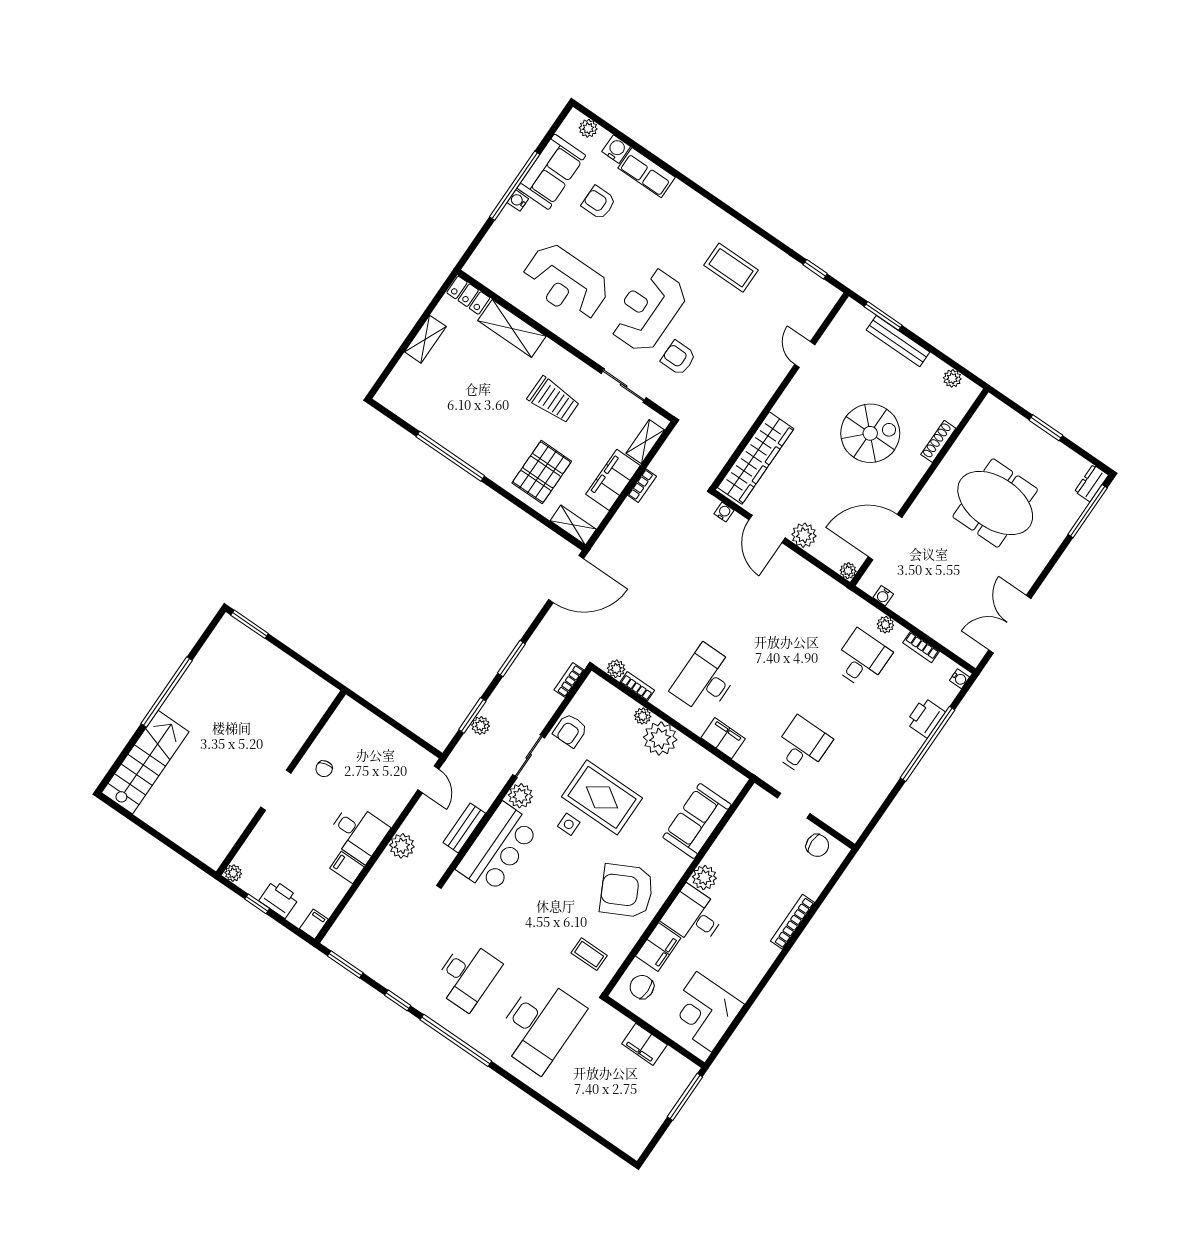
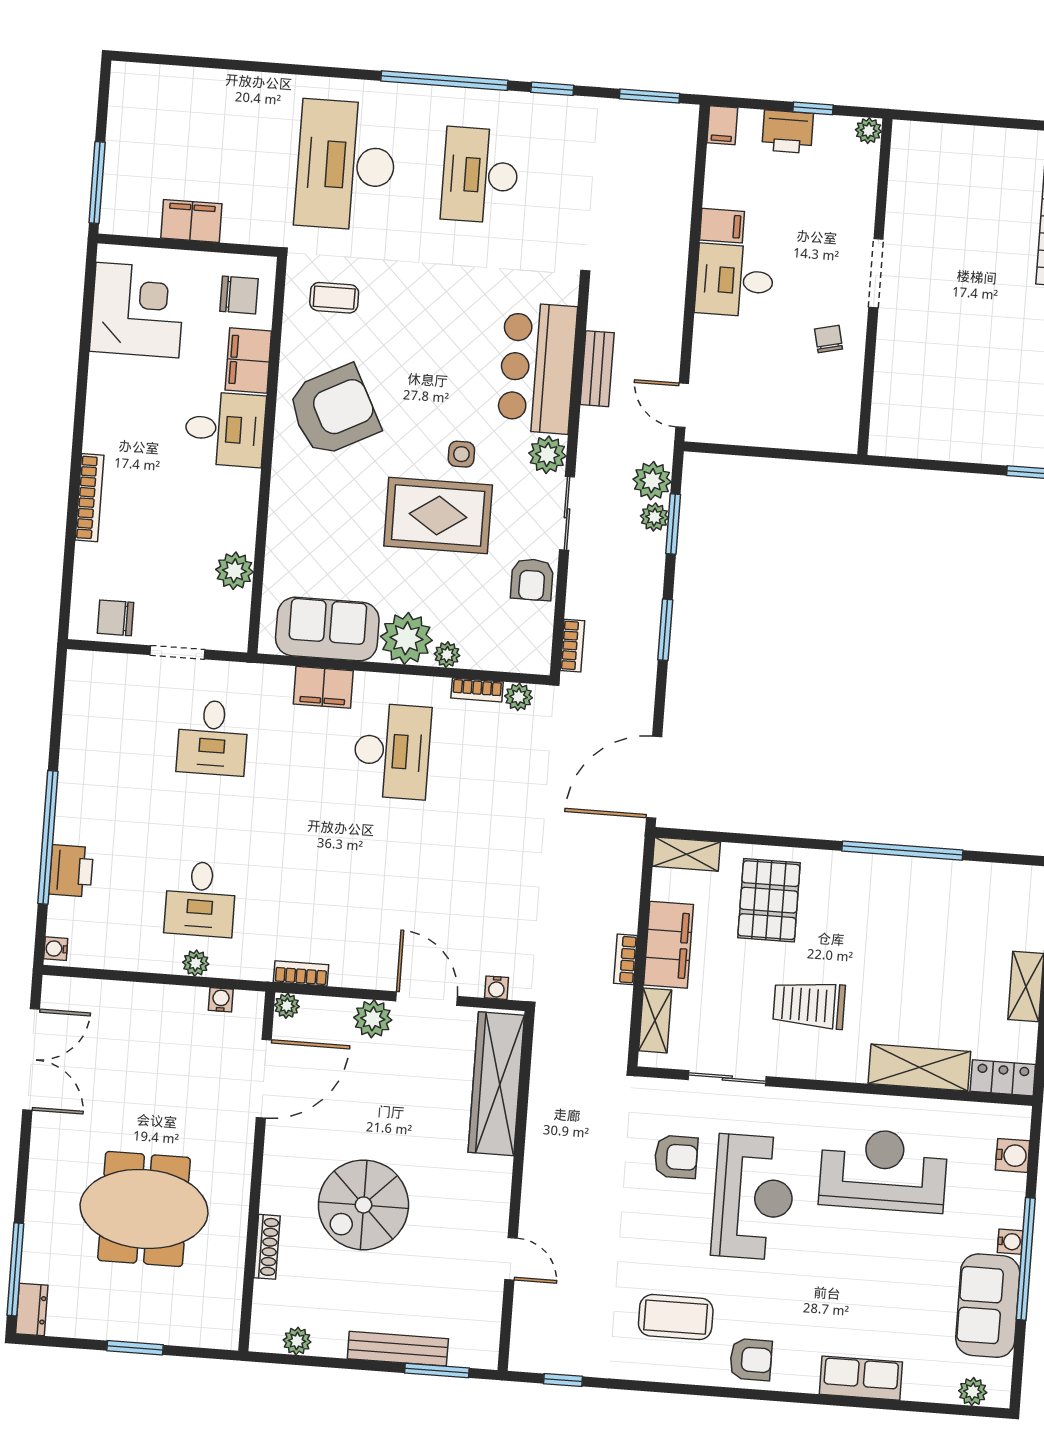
water cooler: (616, 149) -> (1013, 1155), moved, turned -90
armchair: (599, 203) -> (751, 1360), moved
bookcase: (921, 647) -> (301, 973), moved
armchair: (570, 730) -> (532, 580), turned 180
sofa: (697, 821) -> (327, 629), moved, turned -90
plant: (402, 846) -> (652, 481), moved
plant: (704, 877) -> (234, 571), moved

